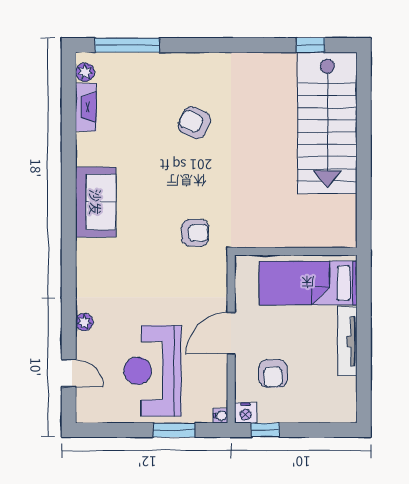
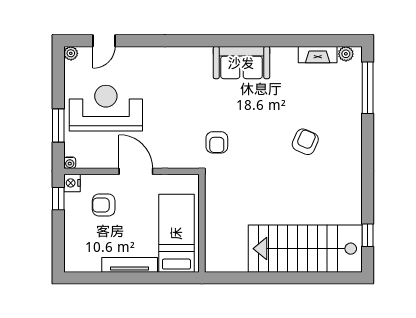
plant: (84, 322) -> (71, 53), moved

